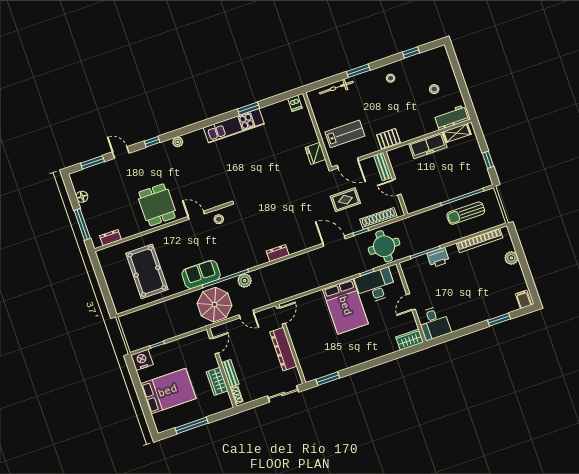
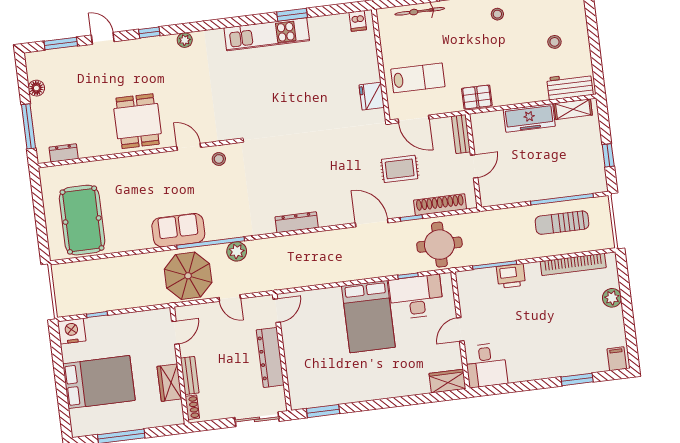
door: (397, 187) -> (474, 166), swing flipped
dresser: (278, 253) -> (297, 222), width x1.44
pool table: (147, 271) -> (82, 220), moved

